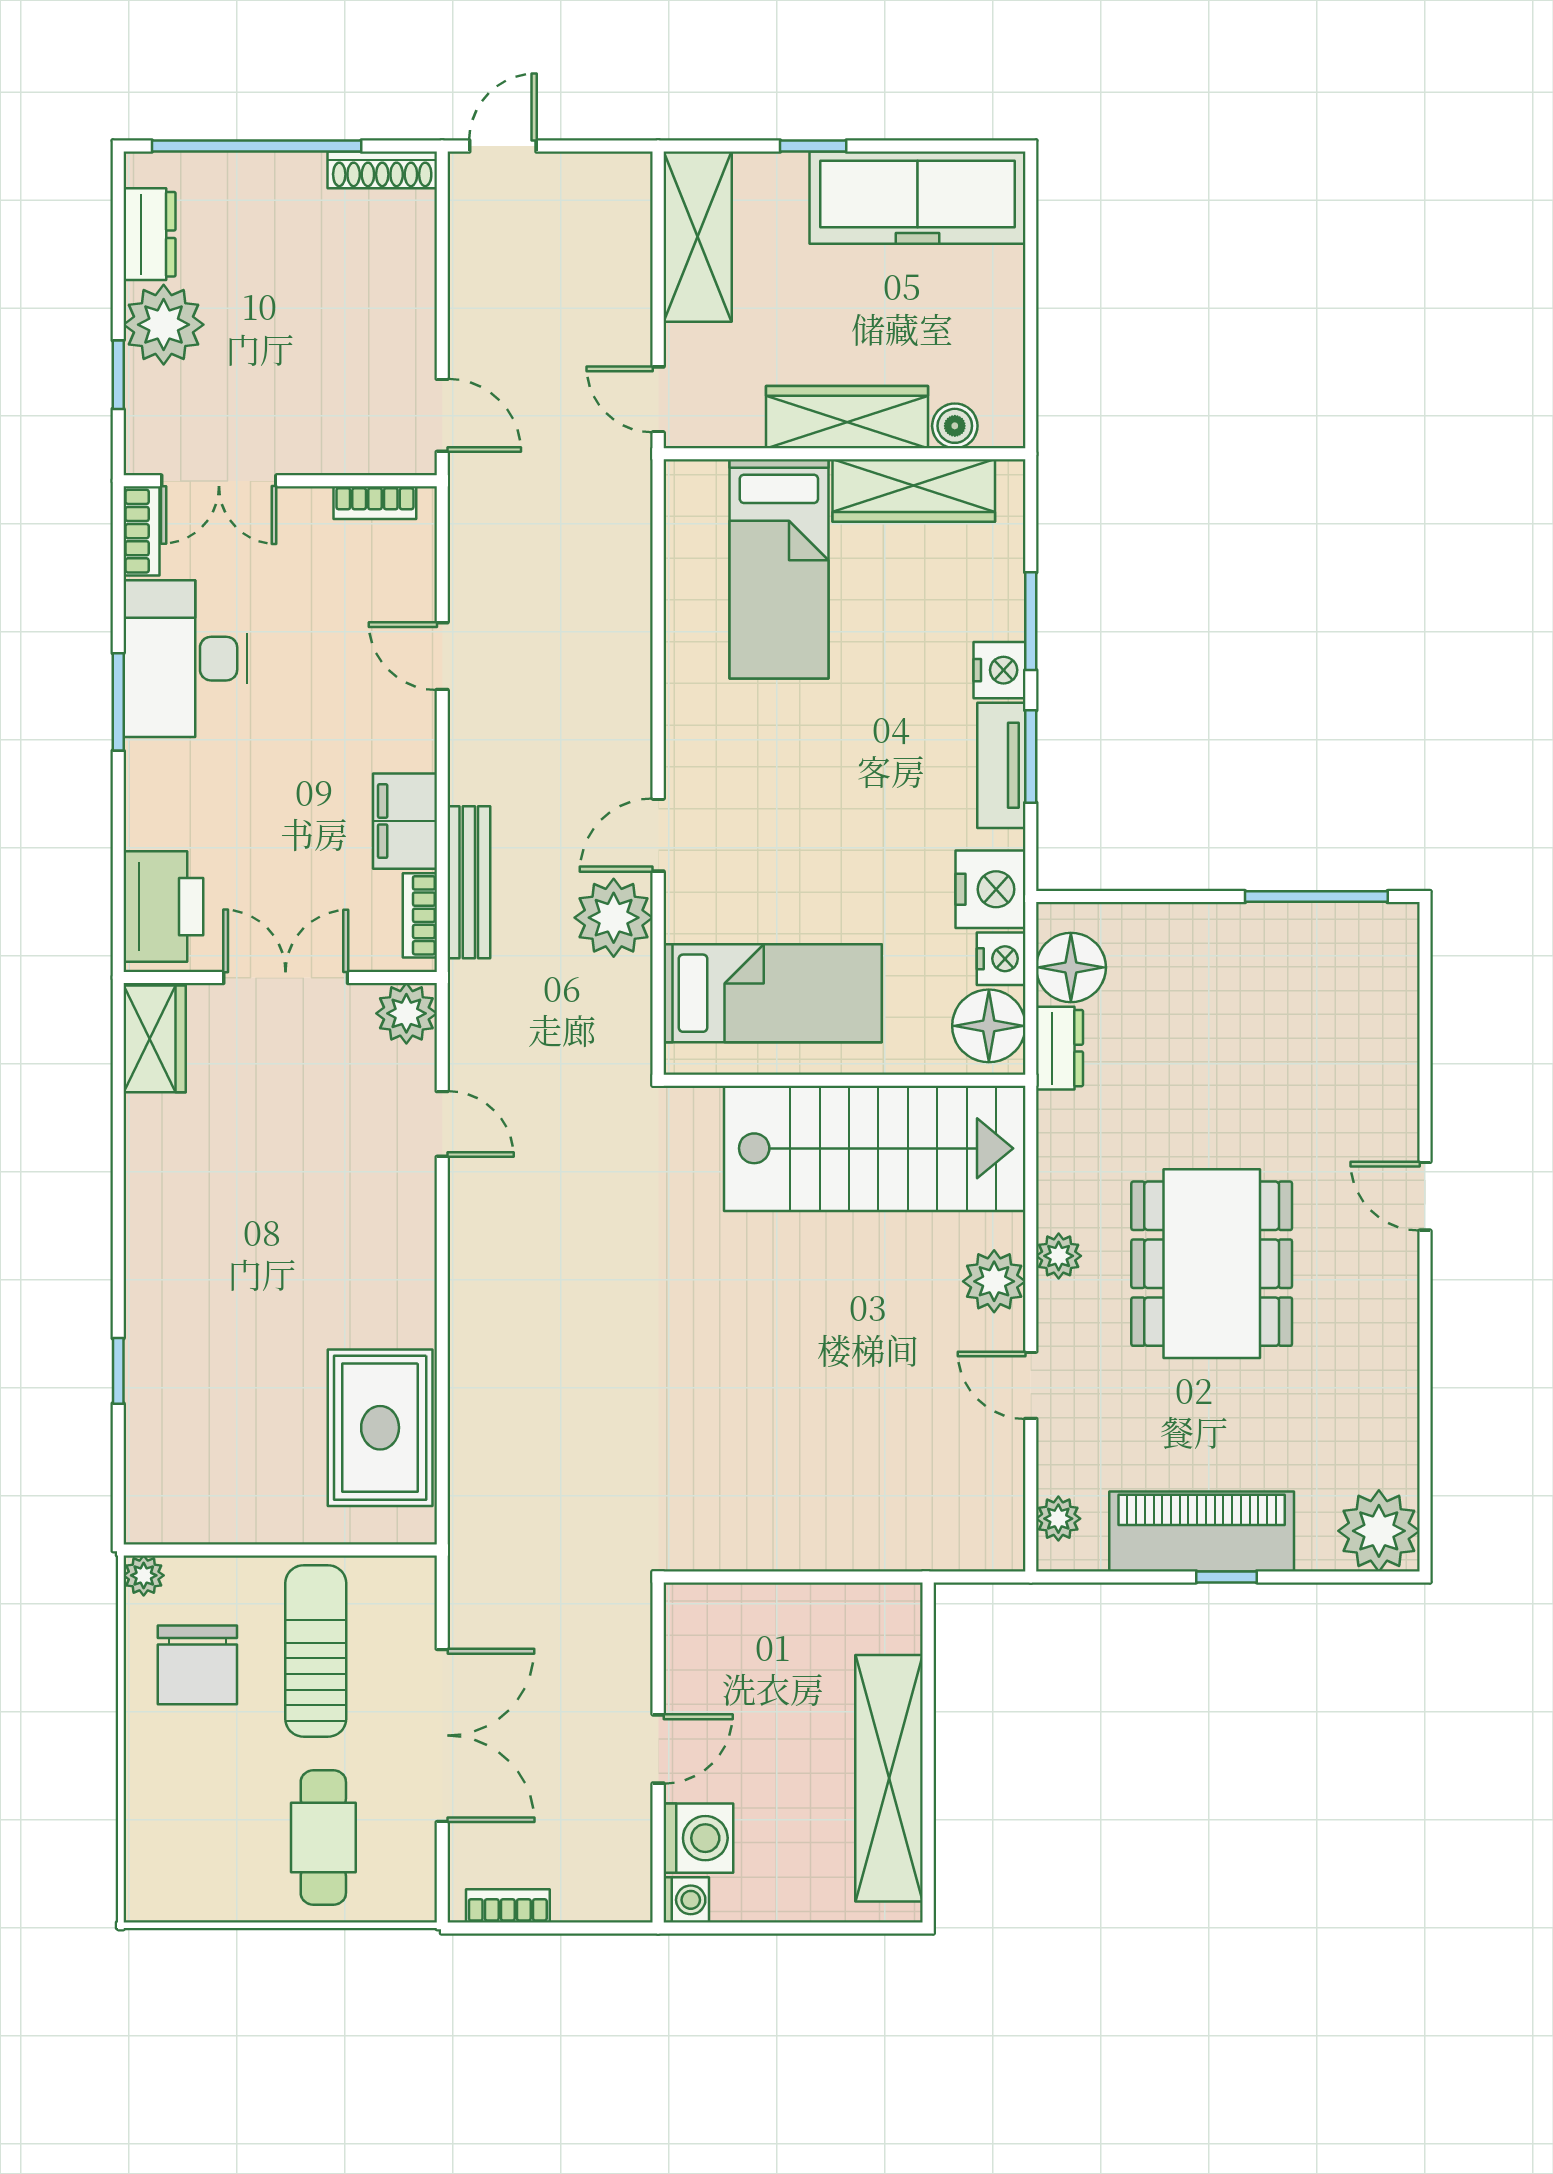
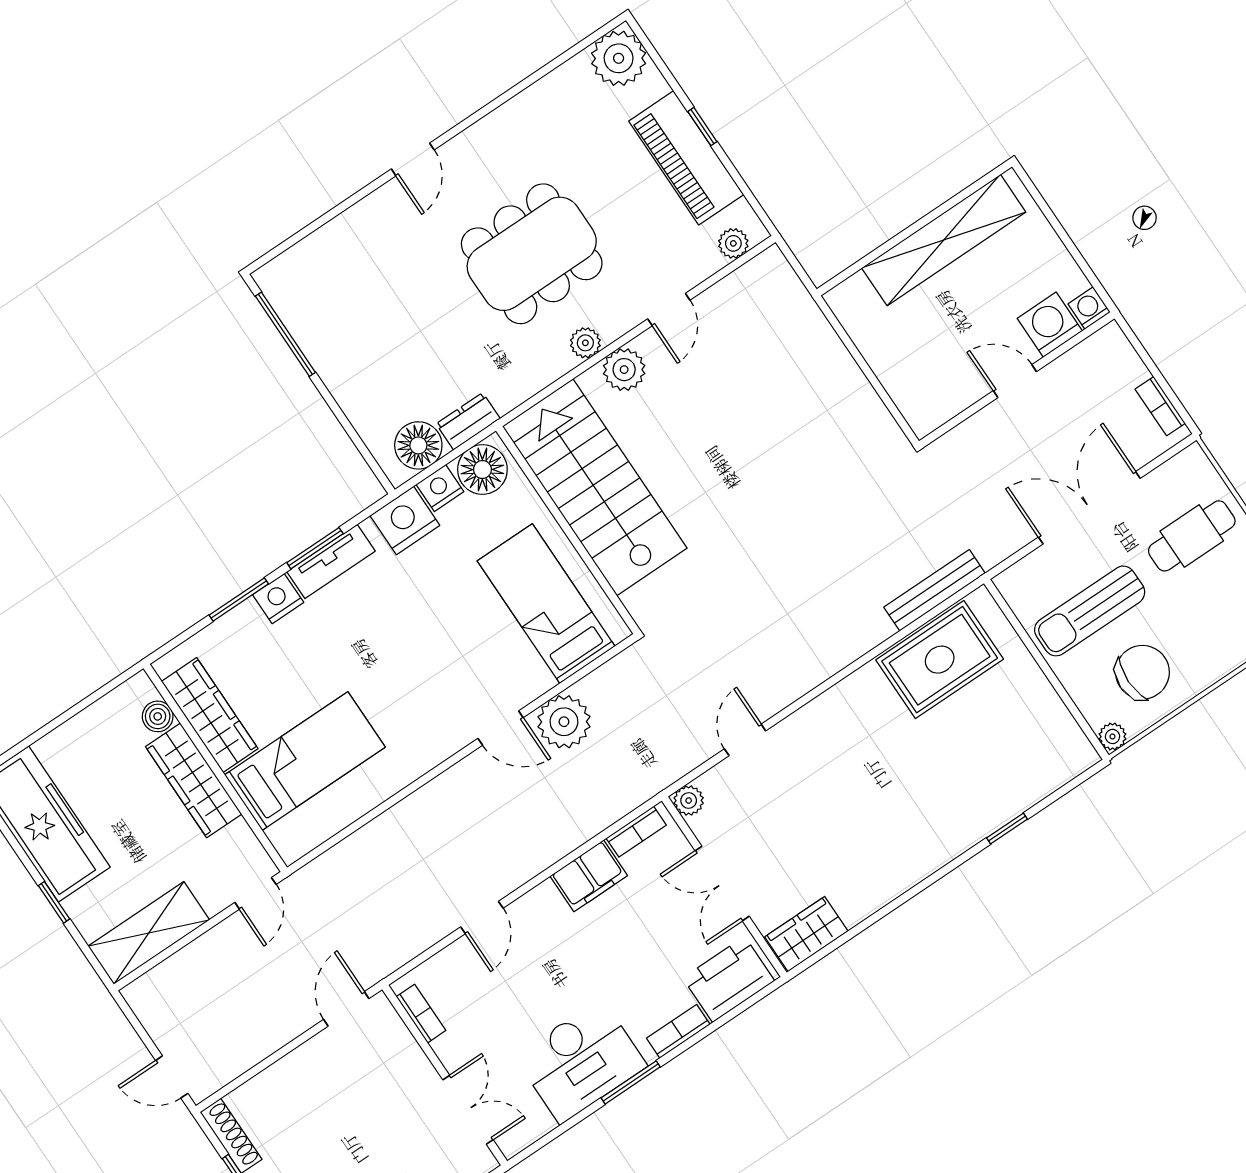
bookcase: (141, 531) -> (678, 1031), moved
bench: (469, 882) -> (935, 590), moved
plant: (406, 1013) -> (689, 801), width x0.73, depth x0.73

